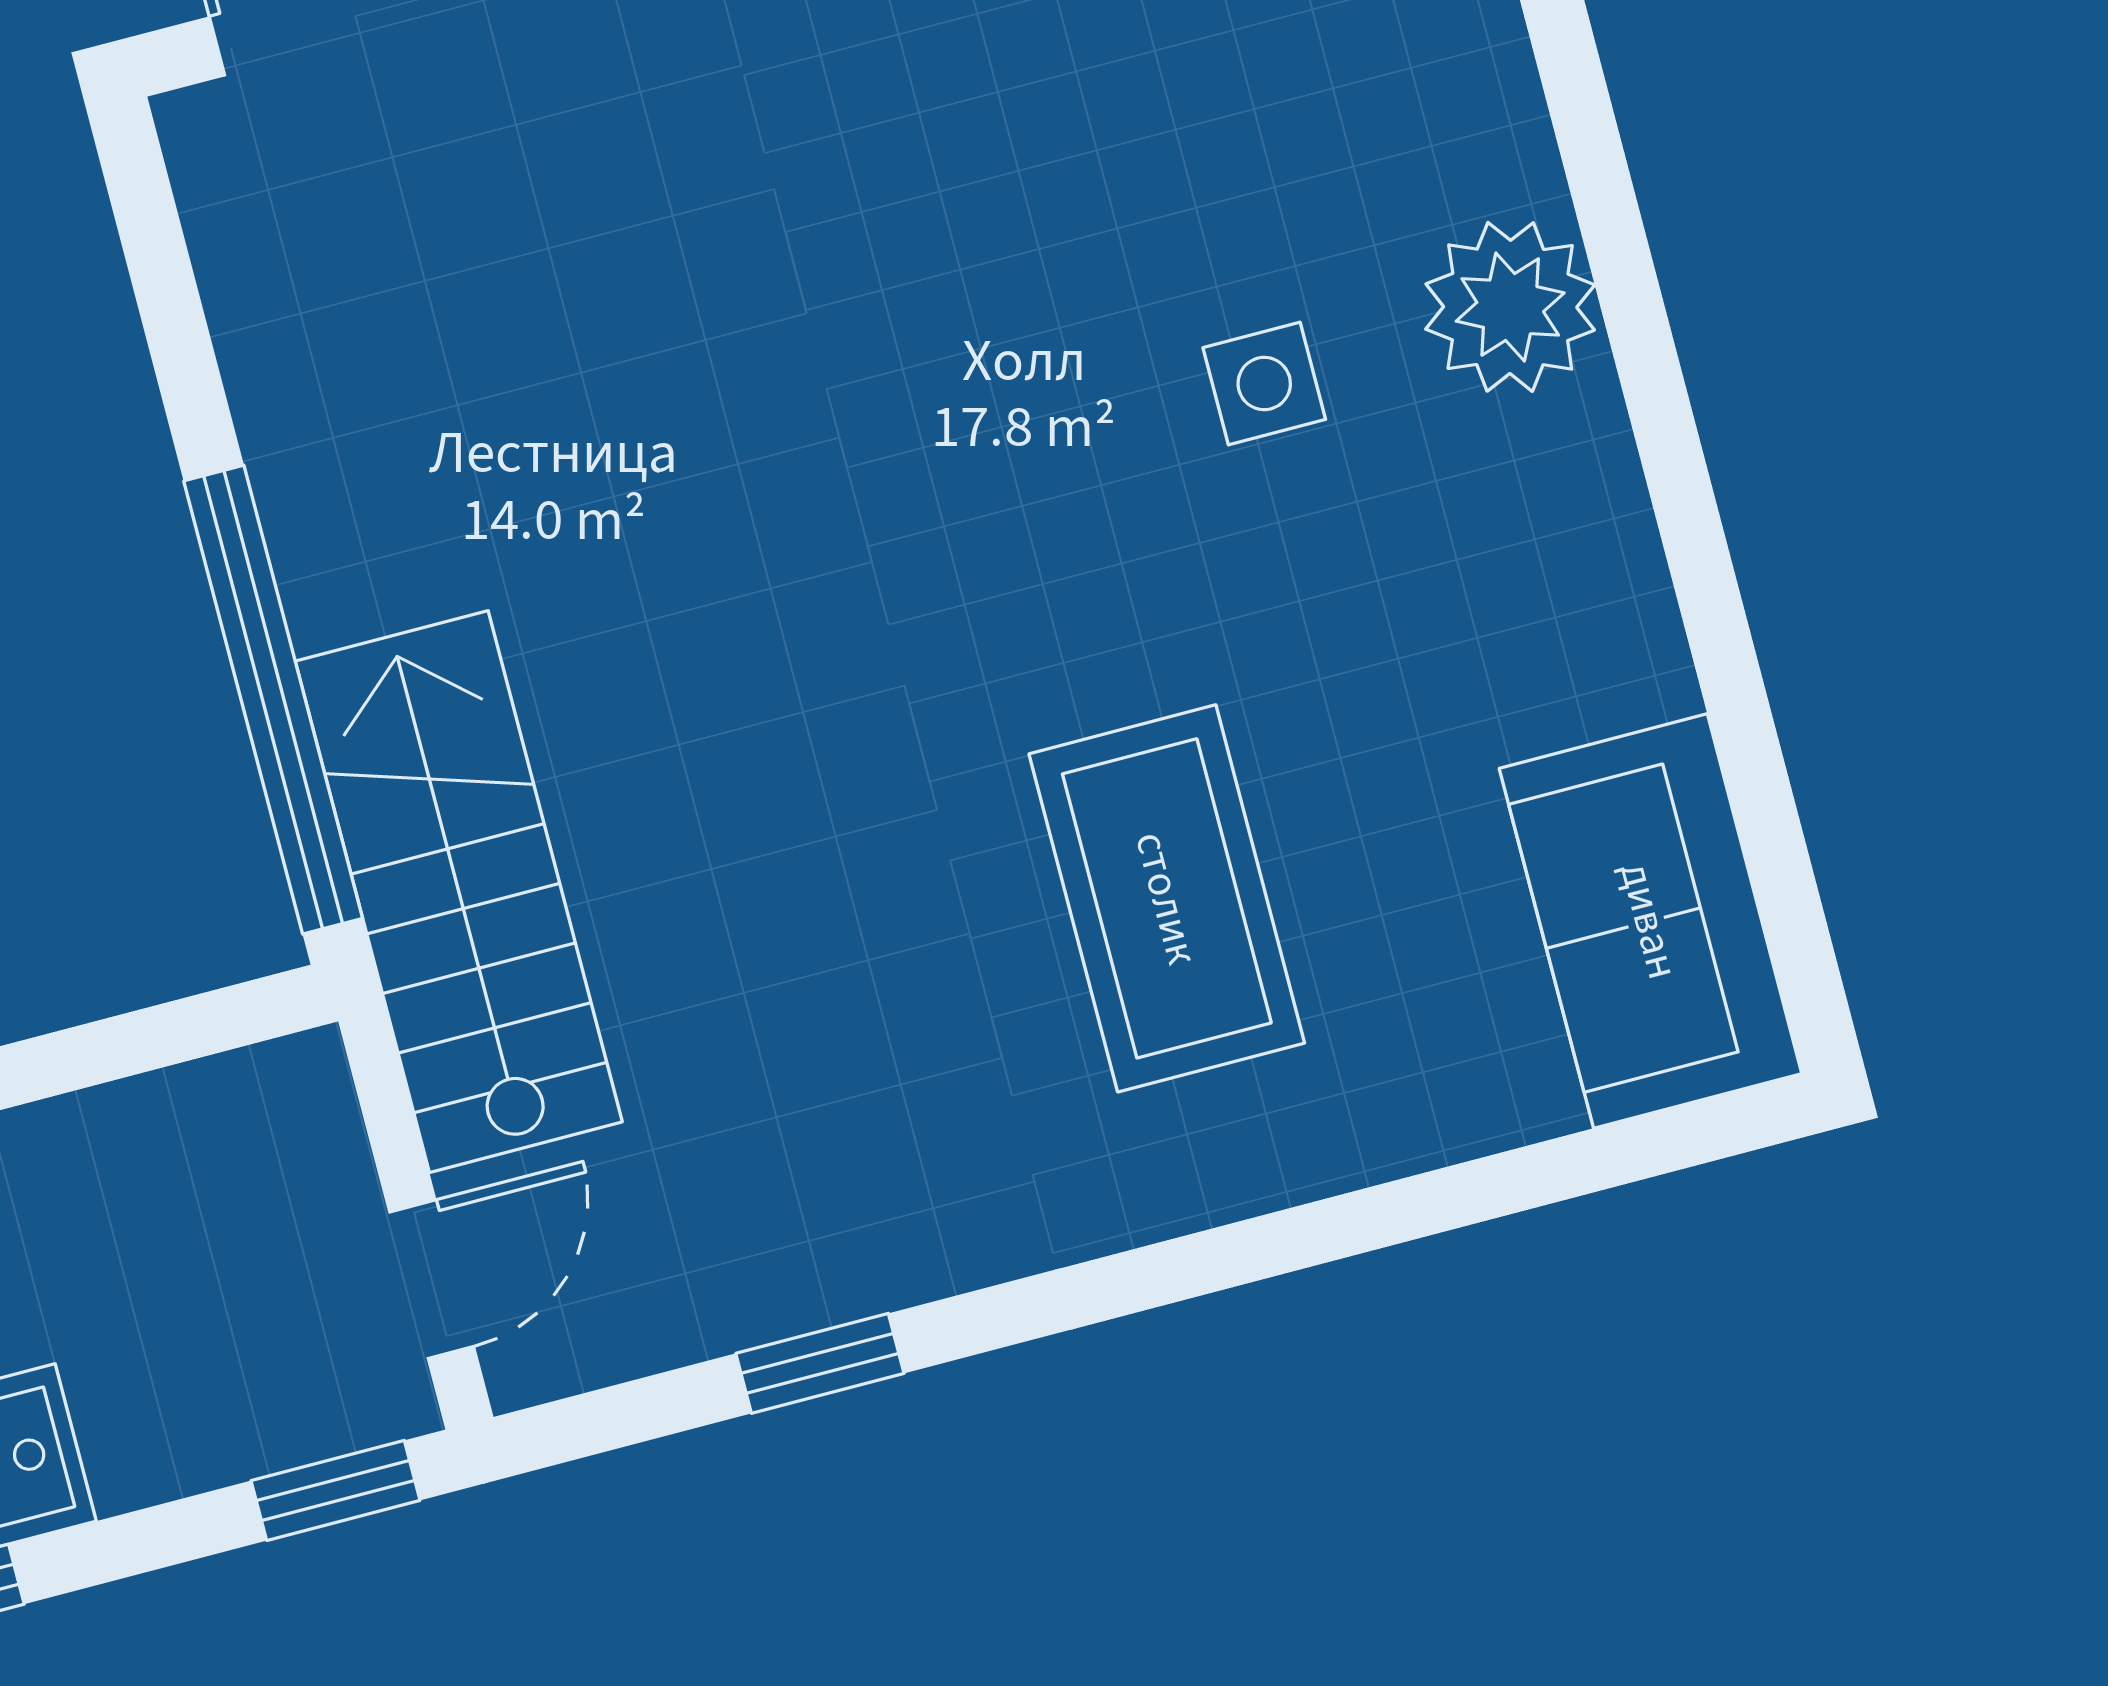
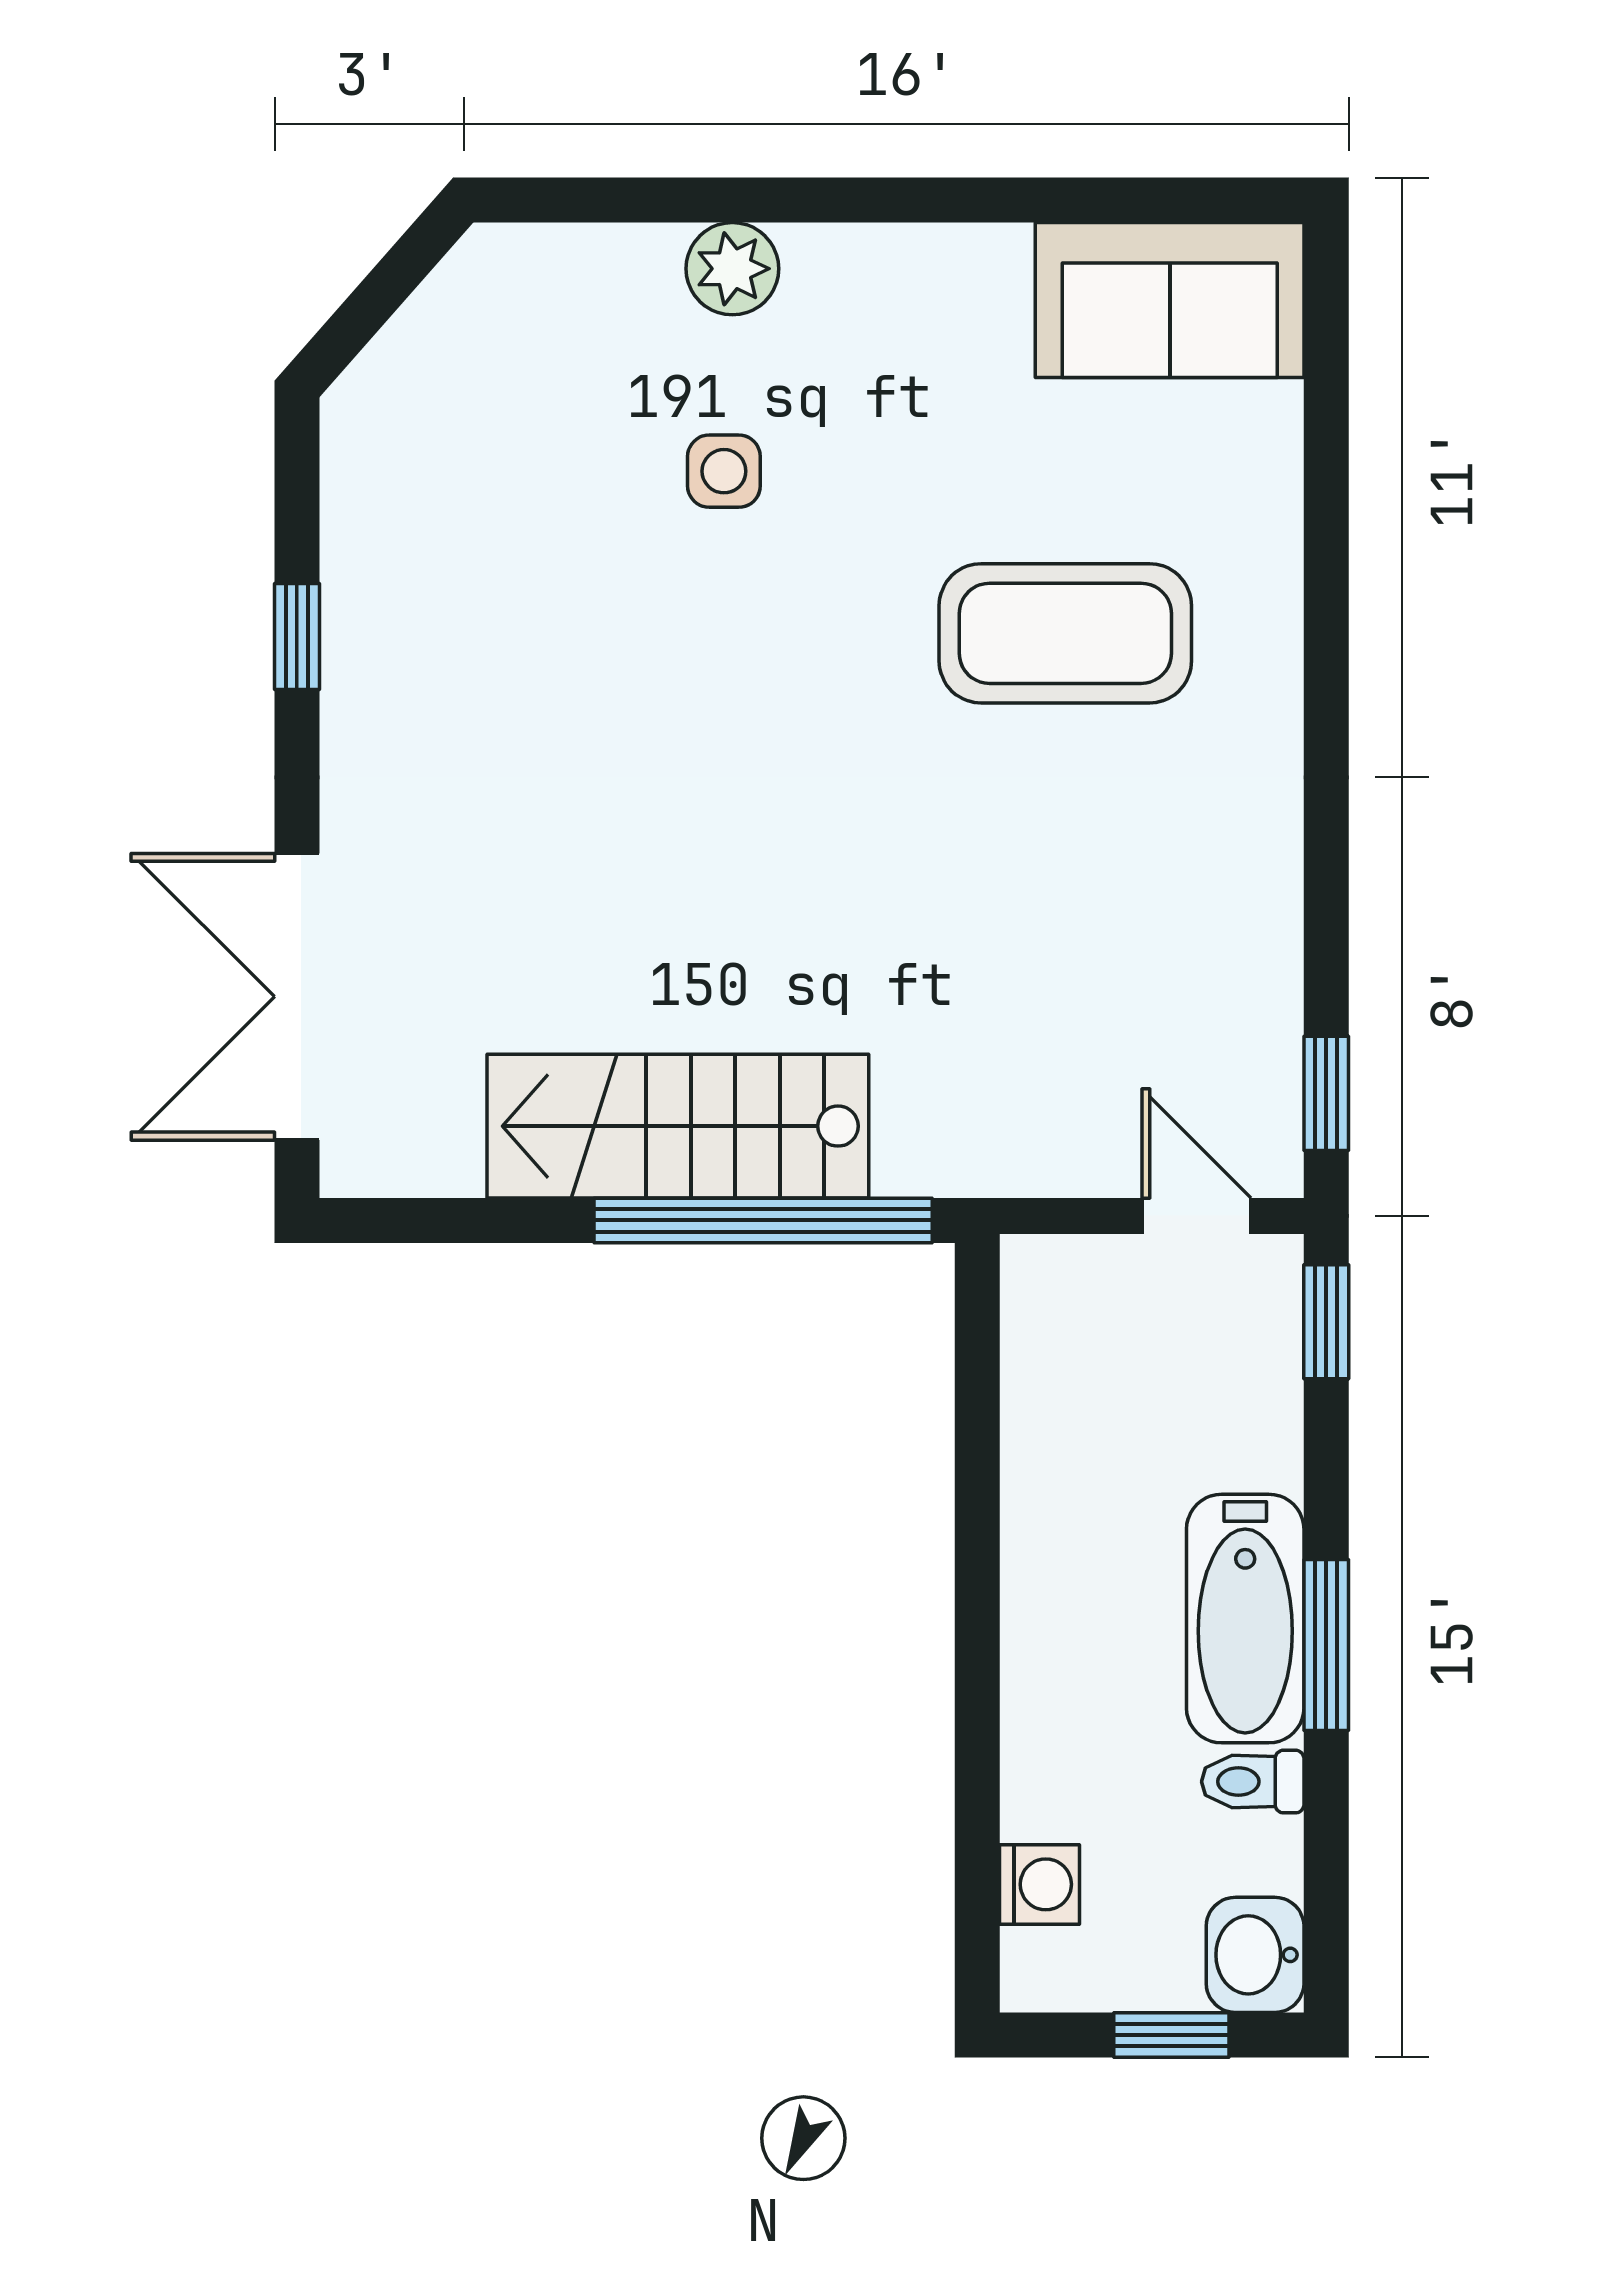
plant: (1510, 307) -> (732, 269), width x0.73, depth x0.73
stairs: (459, 892) -> (678, 1126), moved
window: (820, 1363) -> (1326, 1093), moved

